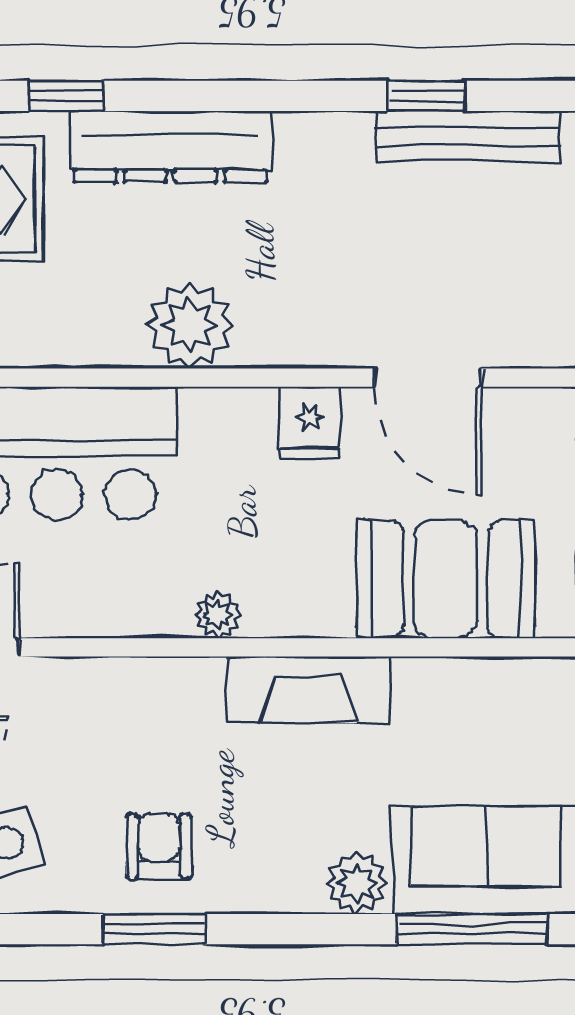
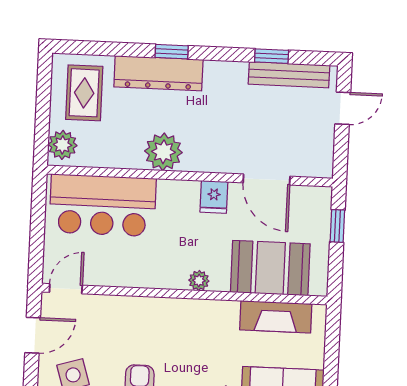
window: (66, 96) -> (172, 52), moved
plant: (218, 615) -> (199, 281), moved
fireplace: (308, 690) -> (276, 317), moved

